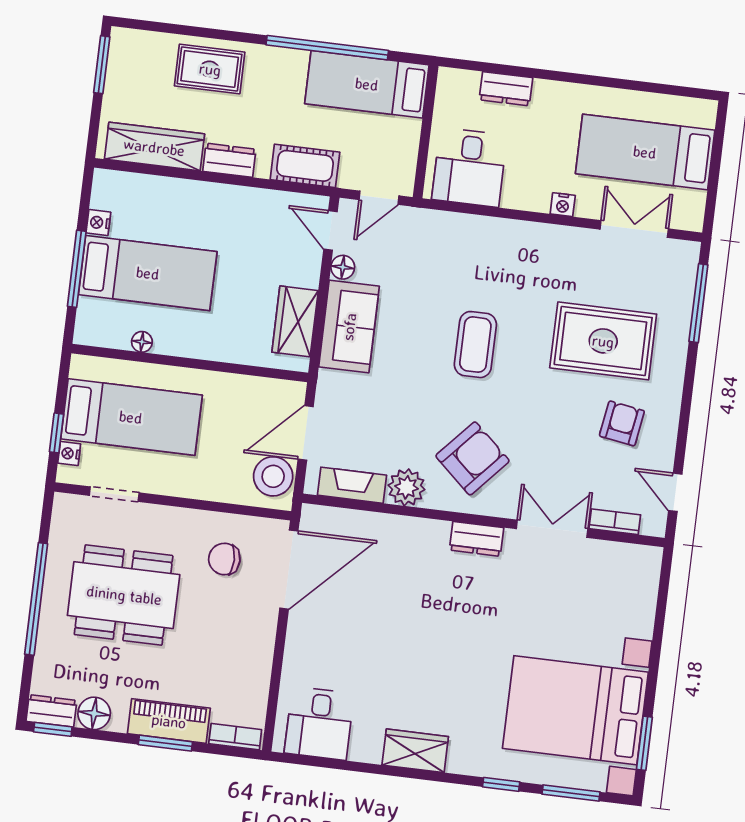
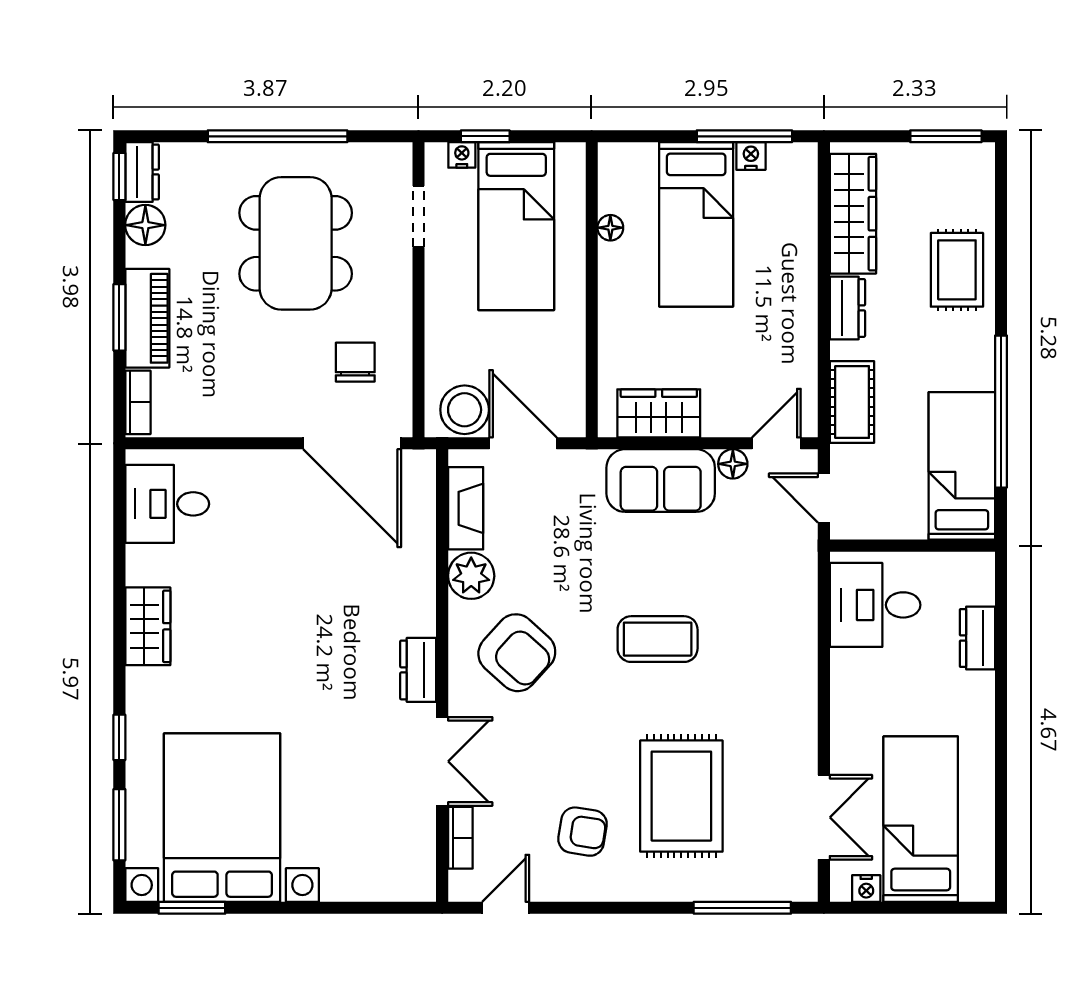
nightstand: (563, 205) -> (866, 889), moved, turned -90
window: (77, 269) -> (744, 136), moved

